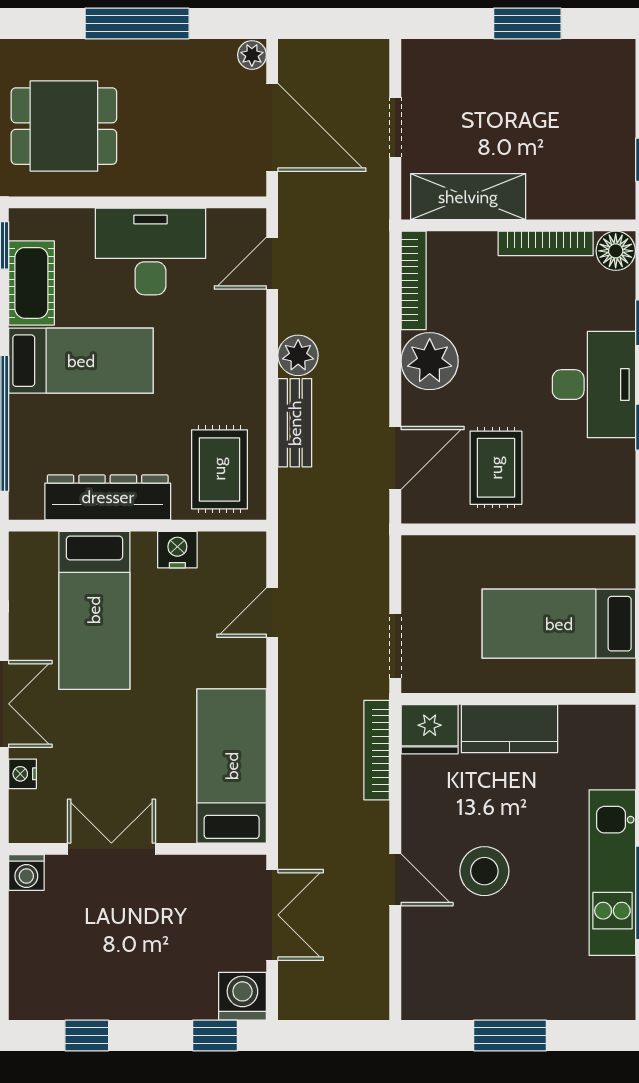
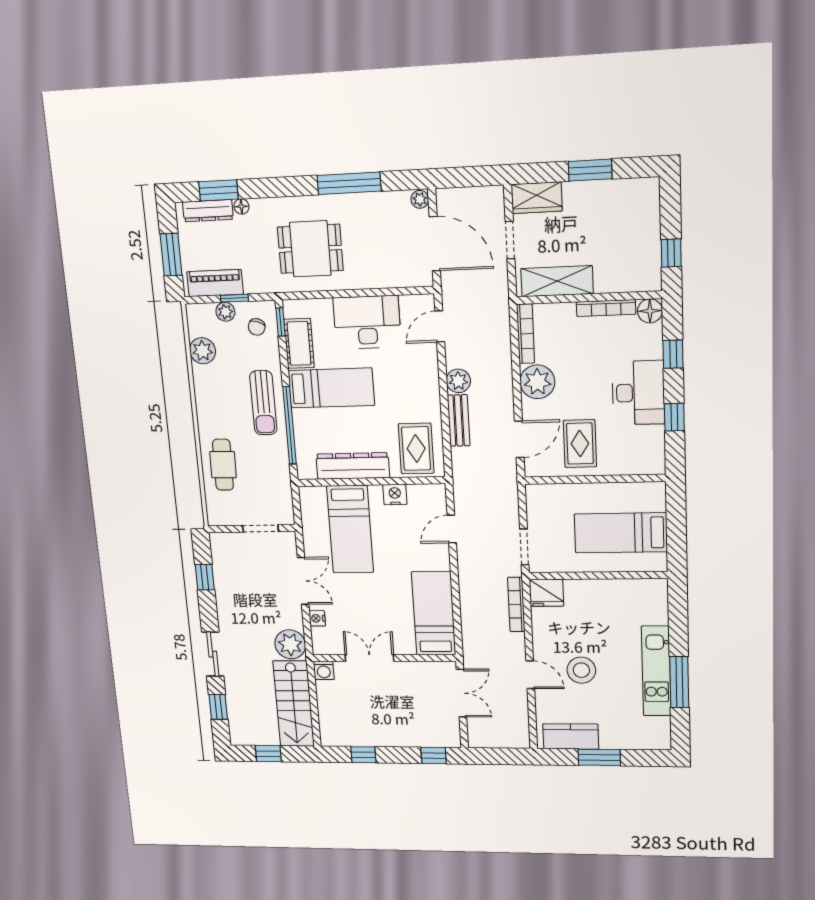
wardrobe: (441, 62) -> (537, 198), added
kitchen counter: (509, 729) -> (571, 736), moved, turned 180
washing machine: (242, 996) -> (447, 735), removed

